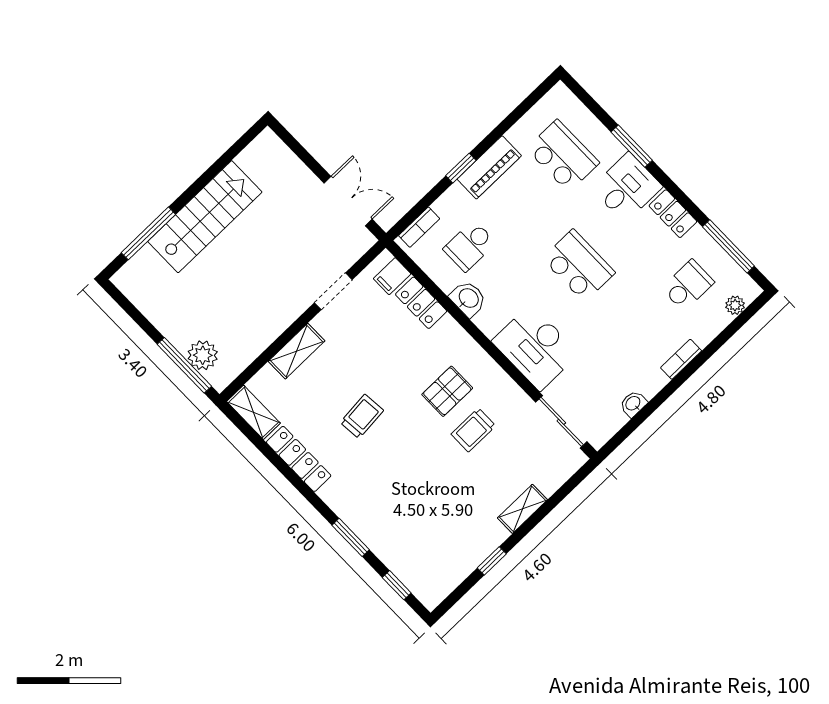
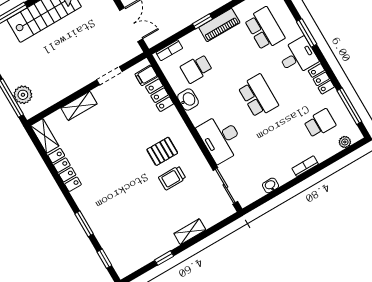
trolley: (362, 416) -> (108, 154), removed

